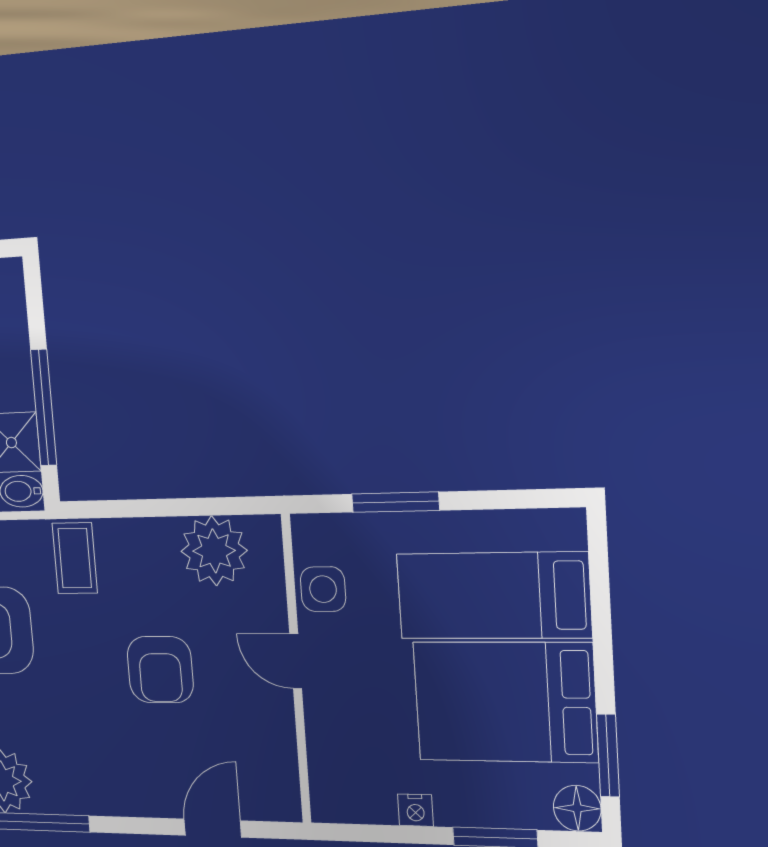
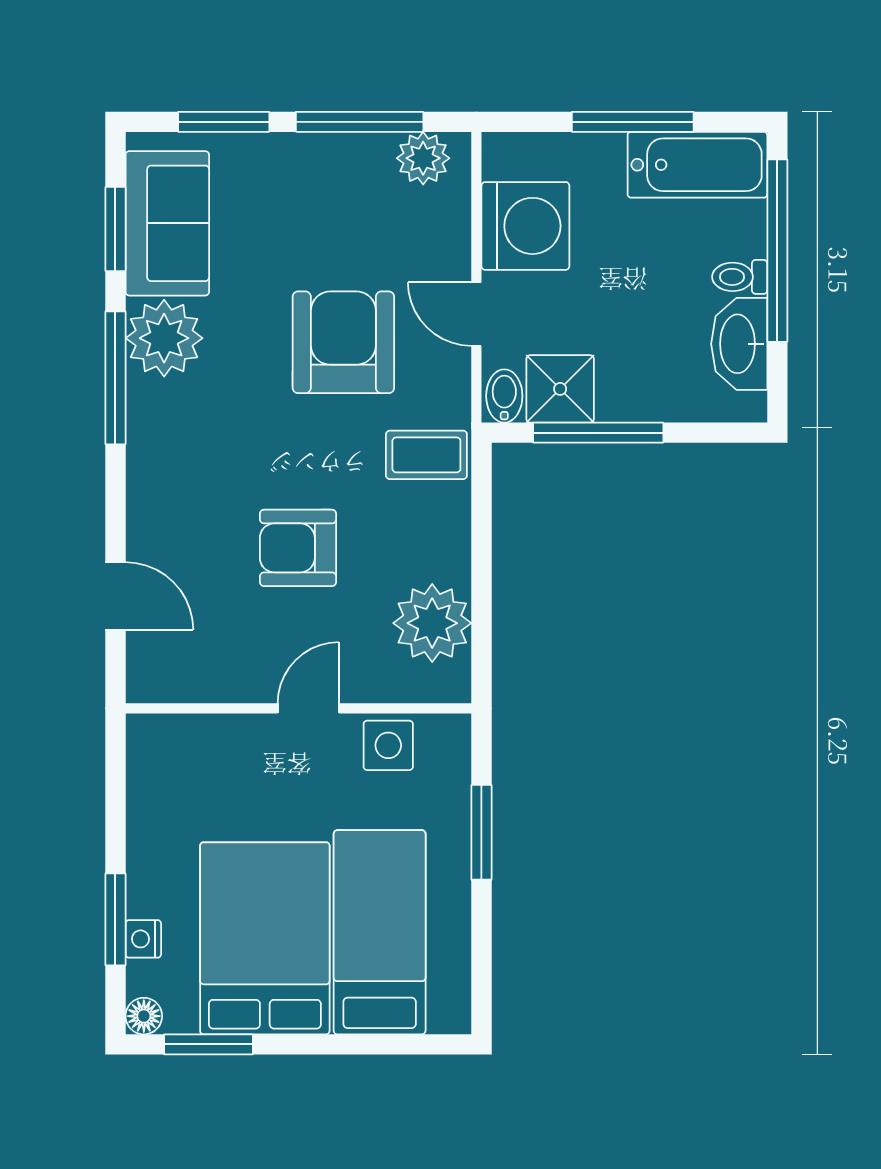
floor lamp: (577, 808) -> (144, 1016), width x0.73, depth x0.73
nightstand: (416, 810) -> (143, 939), moved

